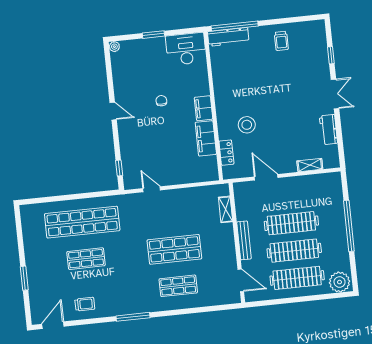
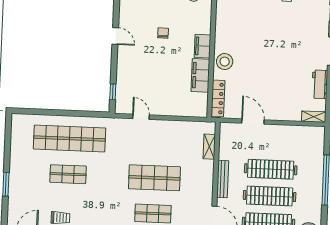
stool: (247, 125) -> (225, 62), moved
locker: (226, 153) -> (218, 98), width x1.53
shelving: (310, 165) -> (314, 117), moved

